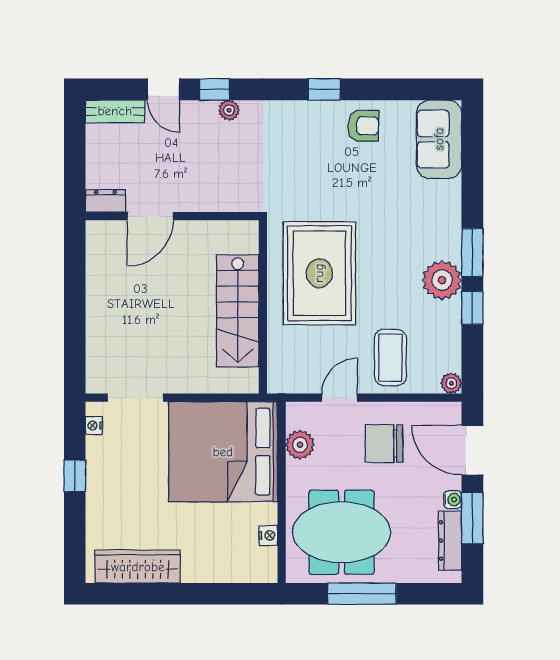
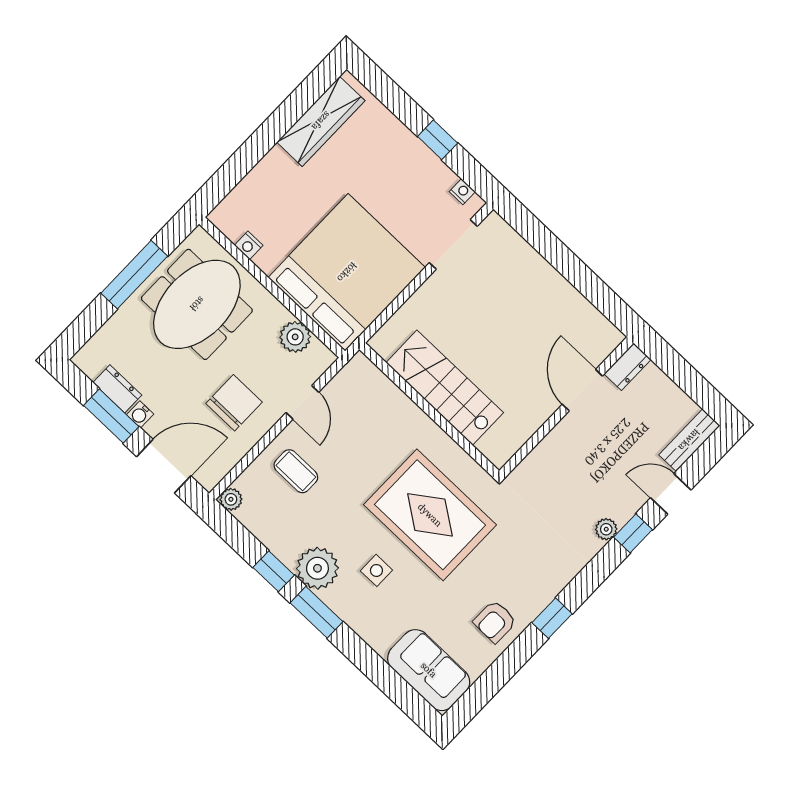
side table: (405, 239) -> (376, 570), added
rug: (319, 273) -> (430, 515), moved
coffee table: (390, 357) -> (296, 471), width x0.73, depth x0.77
dresser: (450, 540) -> (117, 389), width x0.70

